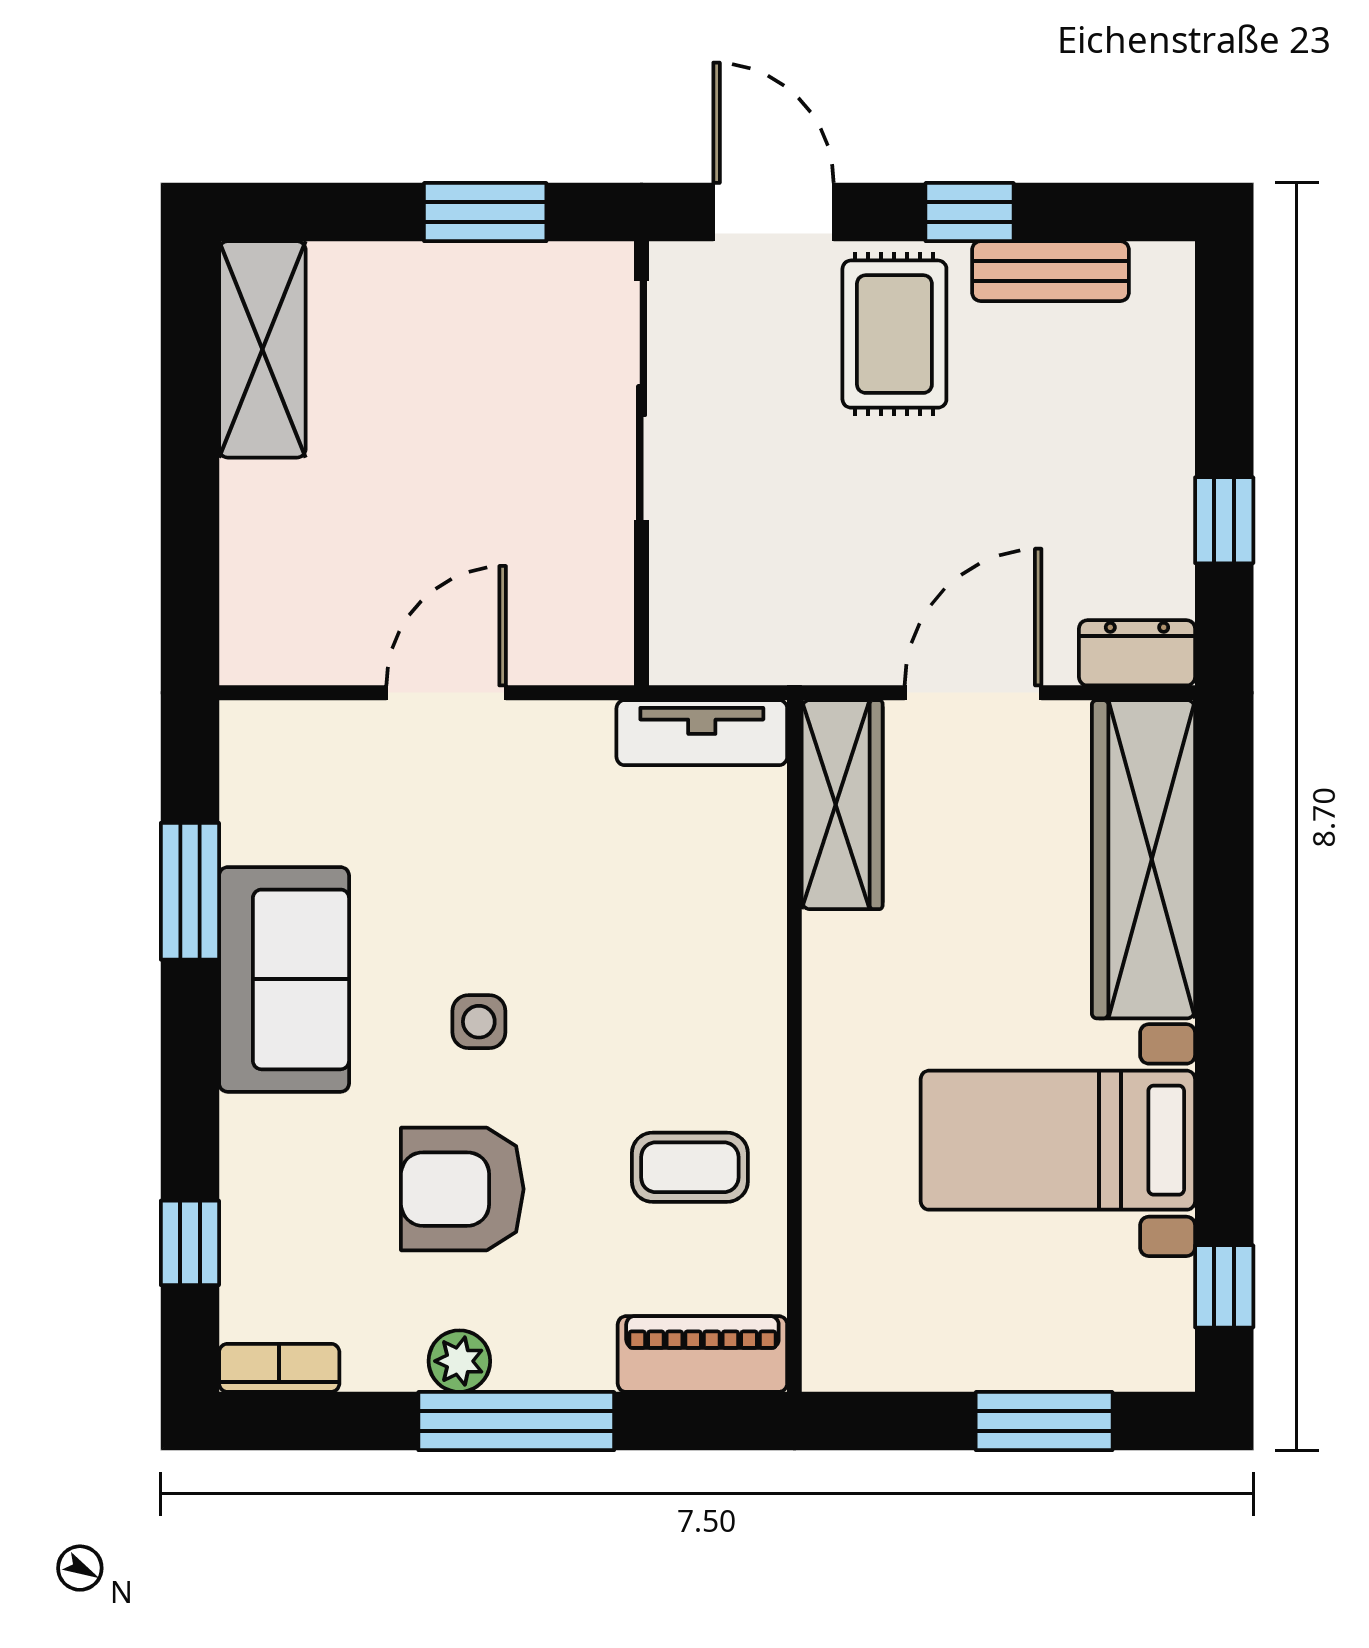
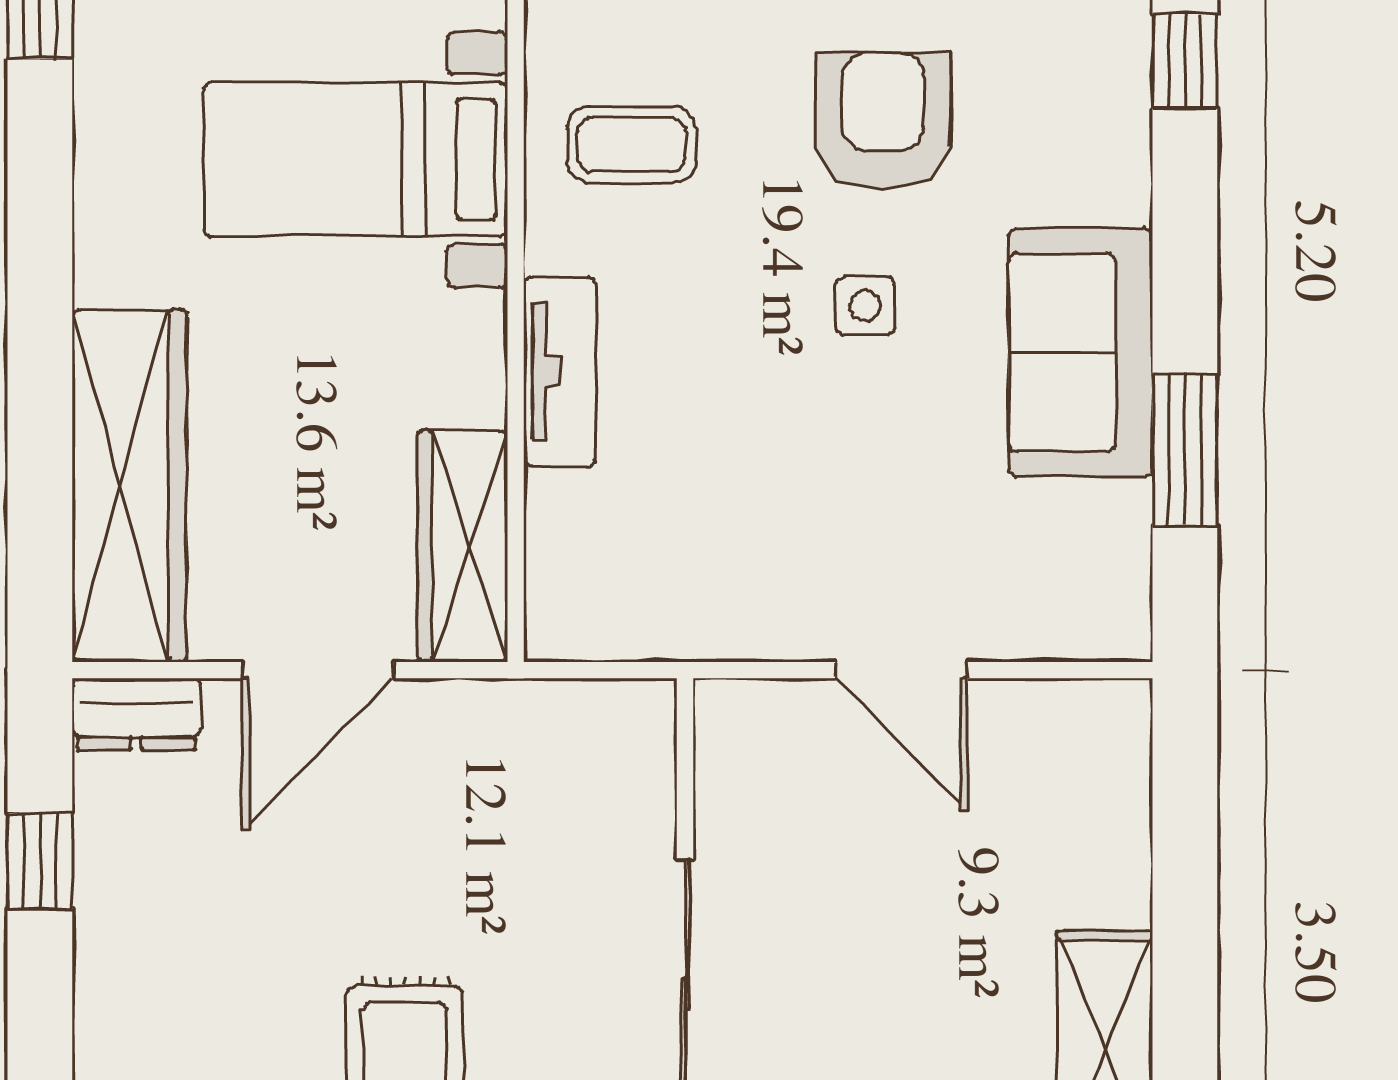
door: (446, 693) -> (901, 670), hinge flipped
tv unit: (702, 733) -> (560, 371), moved, turned 90
bed with nightstands: (1058, 1140) -> (356, 160), moved, turned 180
armchair: (462, 1189) -> (883, 121), turned -90

